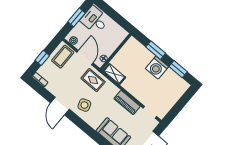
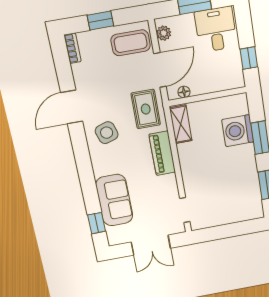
window: (120, 20) -> (249, 58), added
washing machine: (157, 68) -> (238, 131), moved
piano: (127, 102) -> (162, 153), moved

